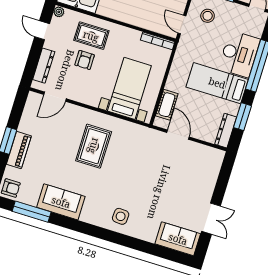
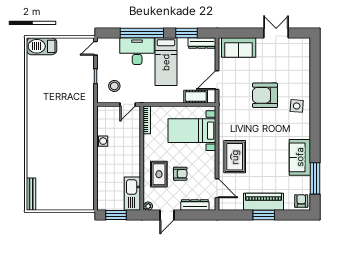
rug: (94, 146) -> (235, 157), moved, turned 90
piano: (19, 150) -> (263, 202), width x1.37, depth x1.33
armchair: (144, 184) -> (265, 95), added
sofa: (178, 239) -> (239, 47), moved, turned -90

